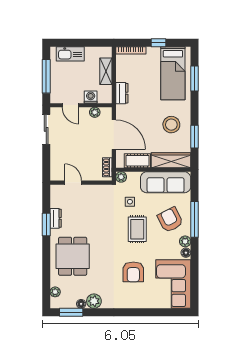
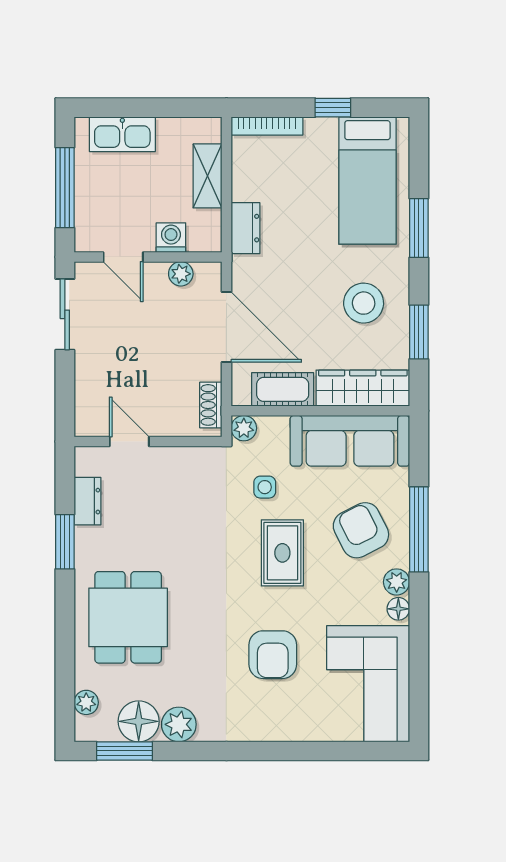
window: (194, 78) -> (419, 228), moved
dresser: (56, 218) -> (87, 501), moved
floor lamp: (81, 304) -> (139, 721), width x1.89, depth x1.89

